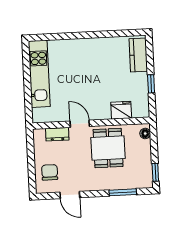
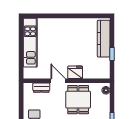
kitchen counter: (138, 55) -> (104, 39), width x1.50
fridge: (121, 110) -> (75, 72), moved

